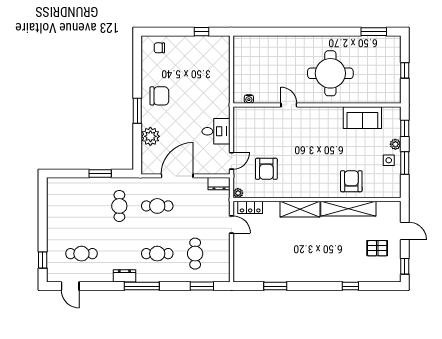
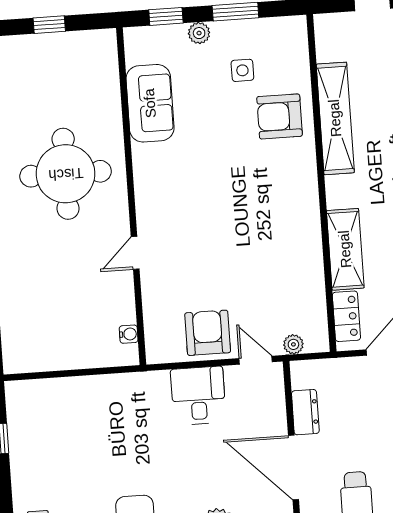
side table: (389, 160) -> (242, 70), moved
armchair: (266, 169) -> (208, 333), moved, turned -90
dresser: (219, 184) -> (305, 412), moved
plant: (238, 193) -> (293, 344), moved
shelving: (300, 209) -> (345, 249), moved

